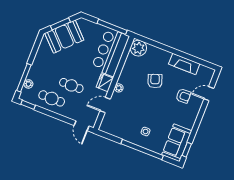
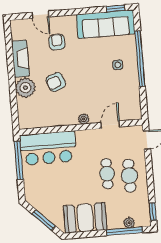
booth: (64, 37) -> (85, 218), moved, turned -45
plant: (138, 48) -> (25, 88), moved
fridge: (105, 83) -> (85, 138), removed
cafe table: (52, 98) -> (129, 176), moved
door: (105, 105) -> (110, 125), swing flipped
sofa: (177, 143) -> (106, 24), width x1.36

